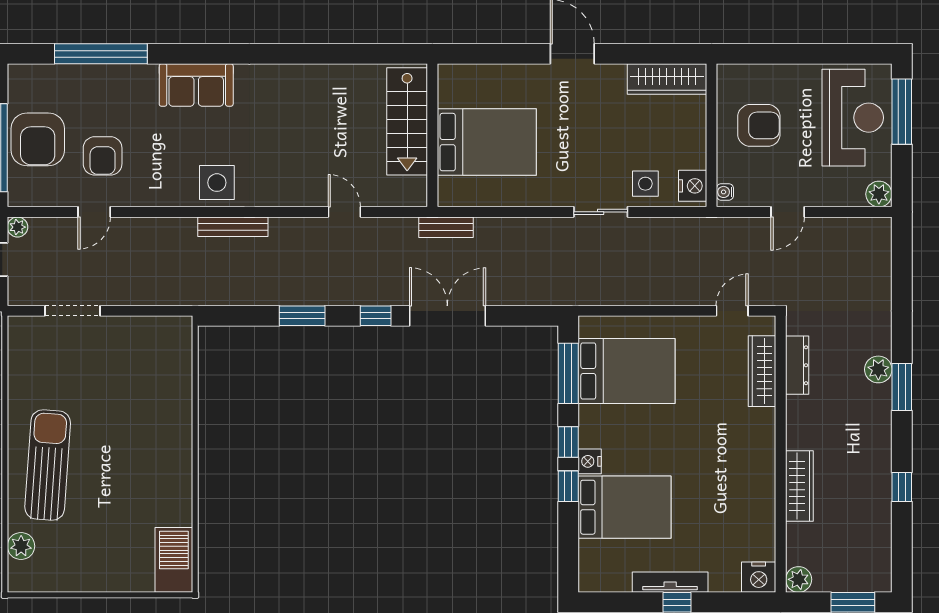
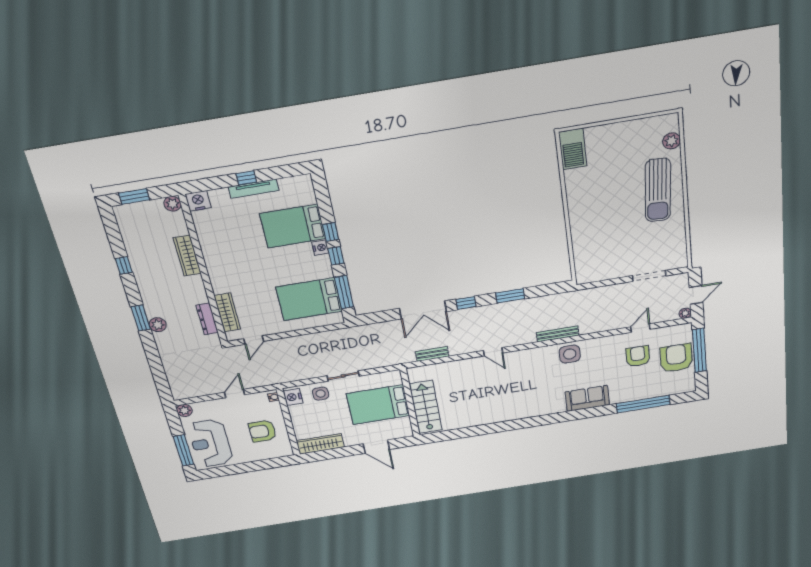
stairs: (407, 121) -> (426, 407), moved
wall: (432, 135) -> (410, 403), moved
bed: (487, 142) -> (378, 405), moved

